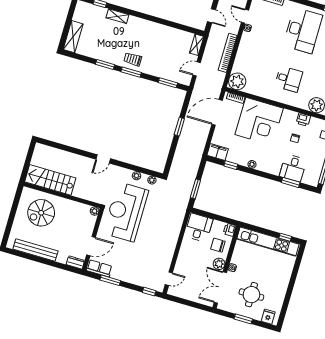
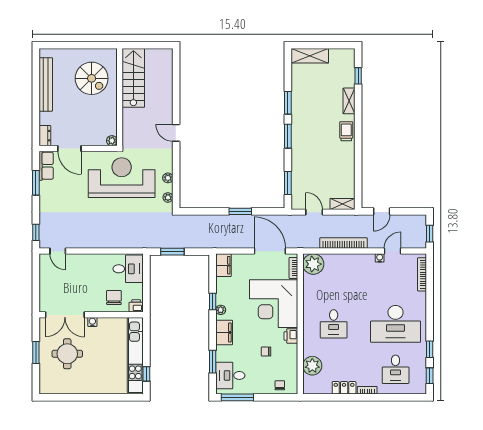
trolley: (133, 59) -> (346, 131), moved
printer: (303, 120) -> (291, 336), moved
window: (231, 165) -> (213, 302), moved
filing cabinet: (270, 167) -> (224, 332), added
desk: (293, 168) -> (230, 375), moved
spiral stairs: (41, 213) -> (92, 78), turned 180
plant: (219, 264) -> (92, 305), removed
double door: (220, 288) -> (65, 315), swing flipped
fridge: (268, 317) -> (47, 381), removed

